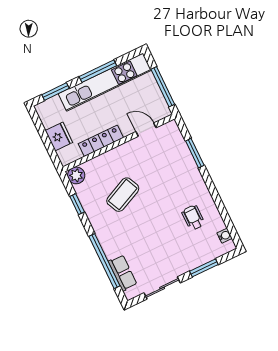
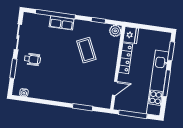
fridge: (59, 136) -> (131, 35), moved, turned -90
wheelchair: (193, 218) -> (32, 59), moved
row of seats: (123, 273) -> (62, 23), moved

